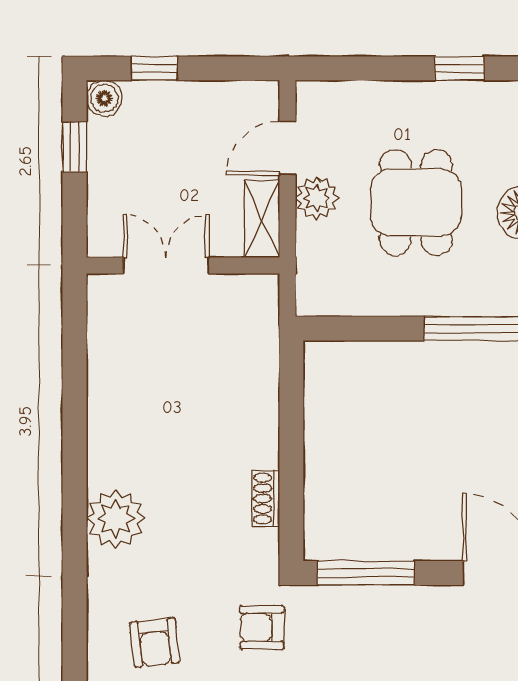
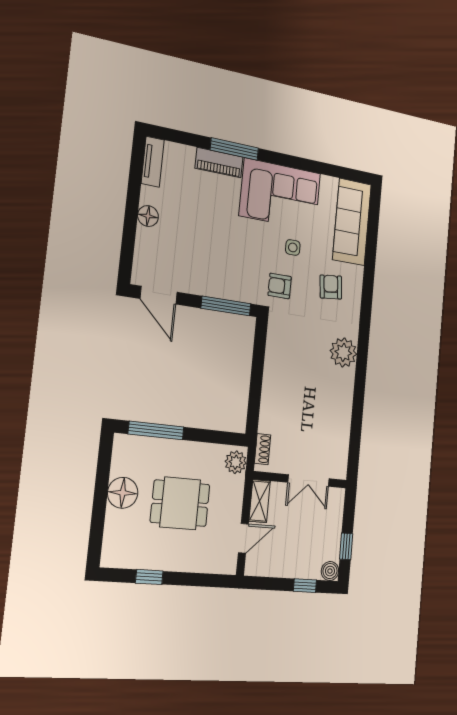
plant: (317, 198) -> (236, 462), moved
dining table: (416, 202) -> (180, 503), turned 90
shoe rack: (266, 499) -> (263, 449), moved
armchair: (262, 627) -> (280, 286), turned 180

